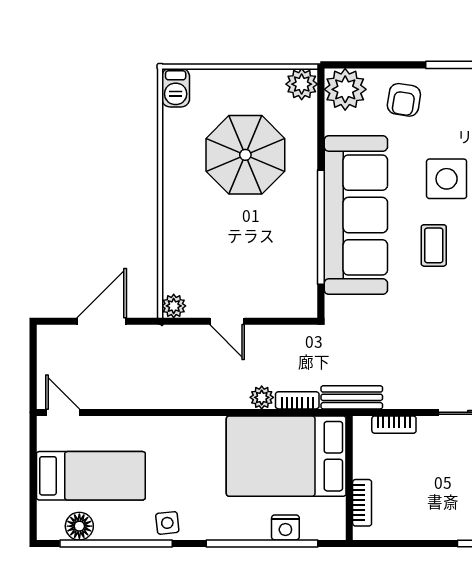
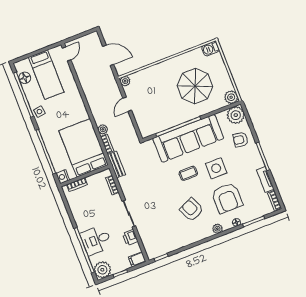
nightstand: (285, 527) -> (63, 177), moved

